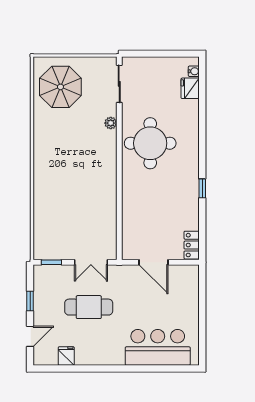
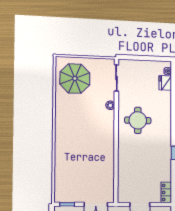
round table: (150, 143) -> (138, 120), width x0.73, depth x0.73

